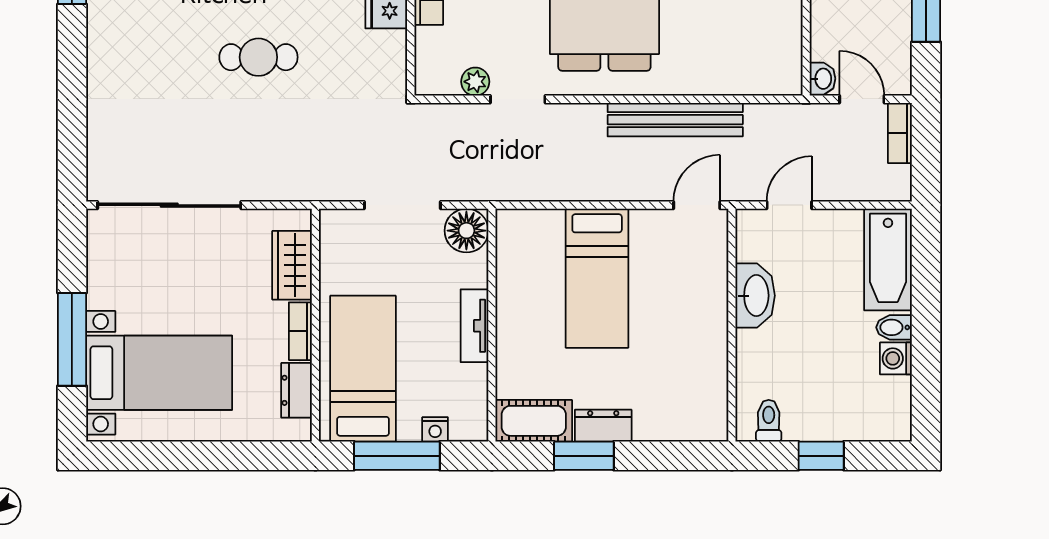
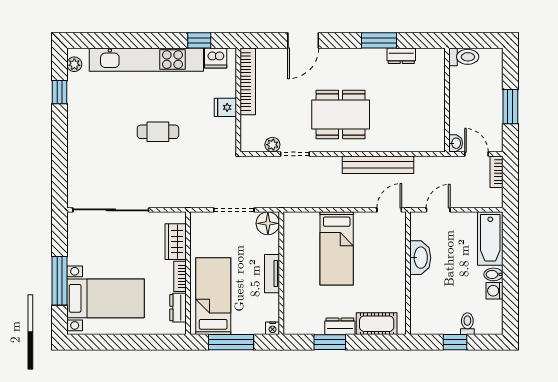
cot: (534, 421) -> (377, 324), moved
toilet: (769, 421) -> (467, 324), moved
nightstand: (435, 429) -> (273, 328), moved

